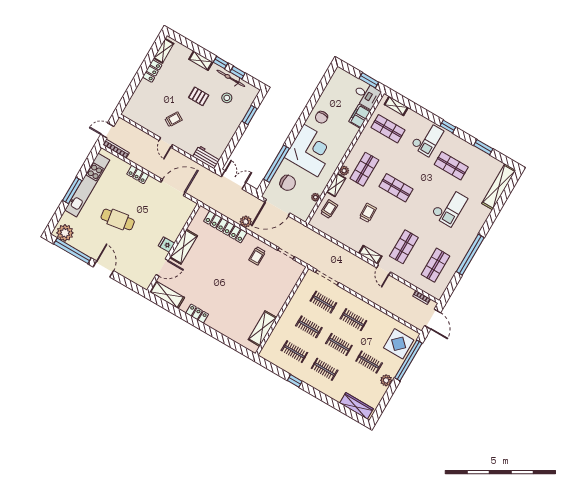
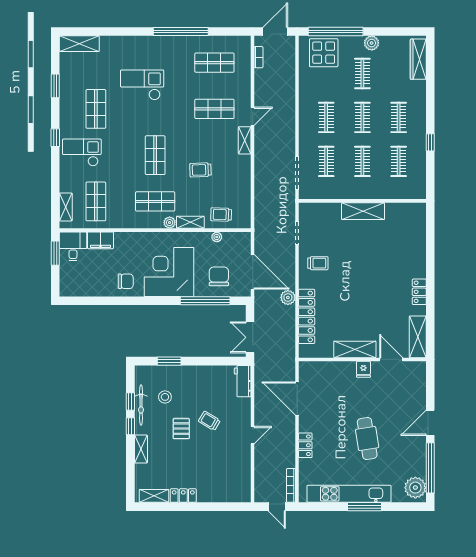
trolley: (173, 119) -> (209, 421), moved
shelving: (499, 187) -> (79, 44), width x0.68
shelving: (262, 329) -> (363, 211), moved

